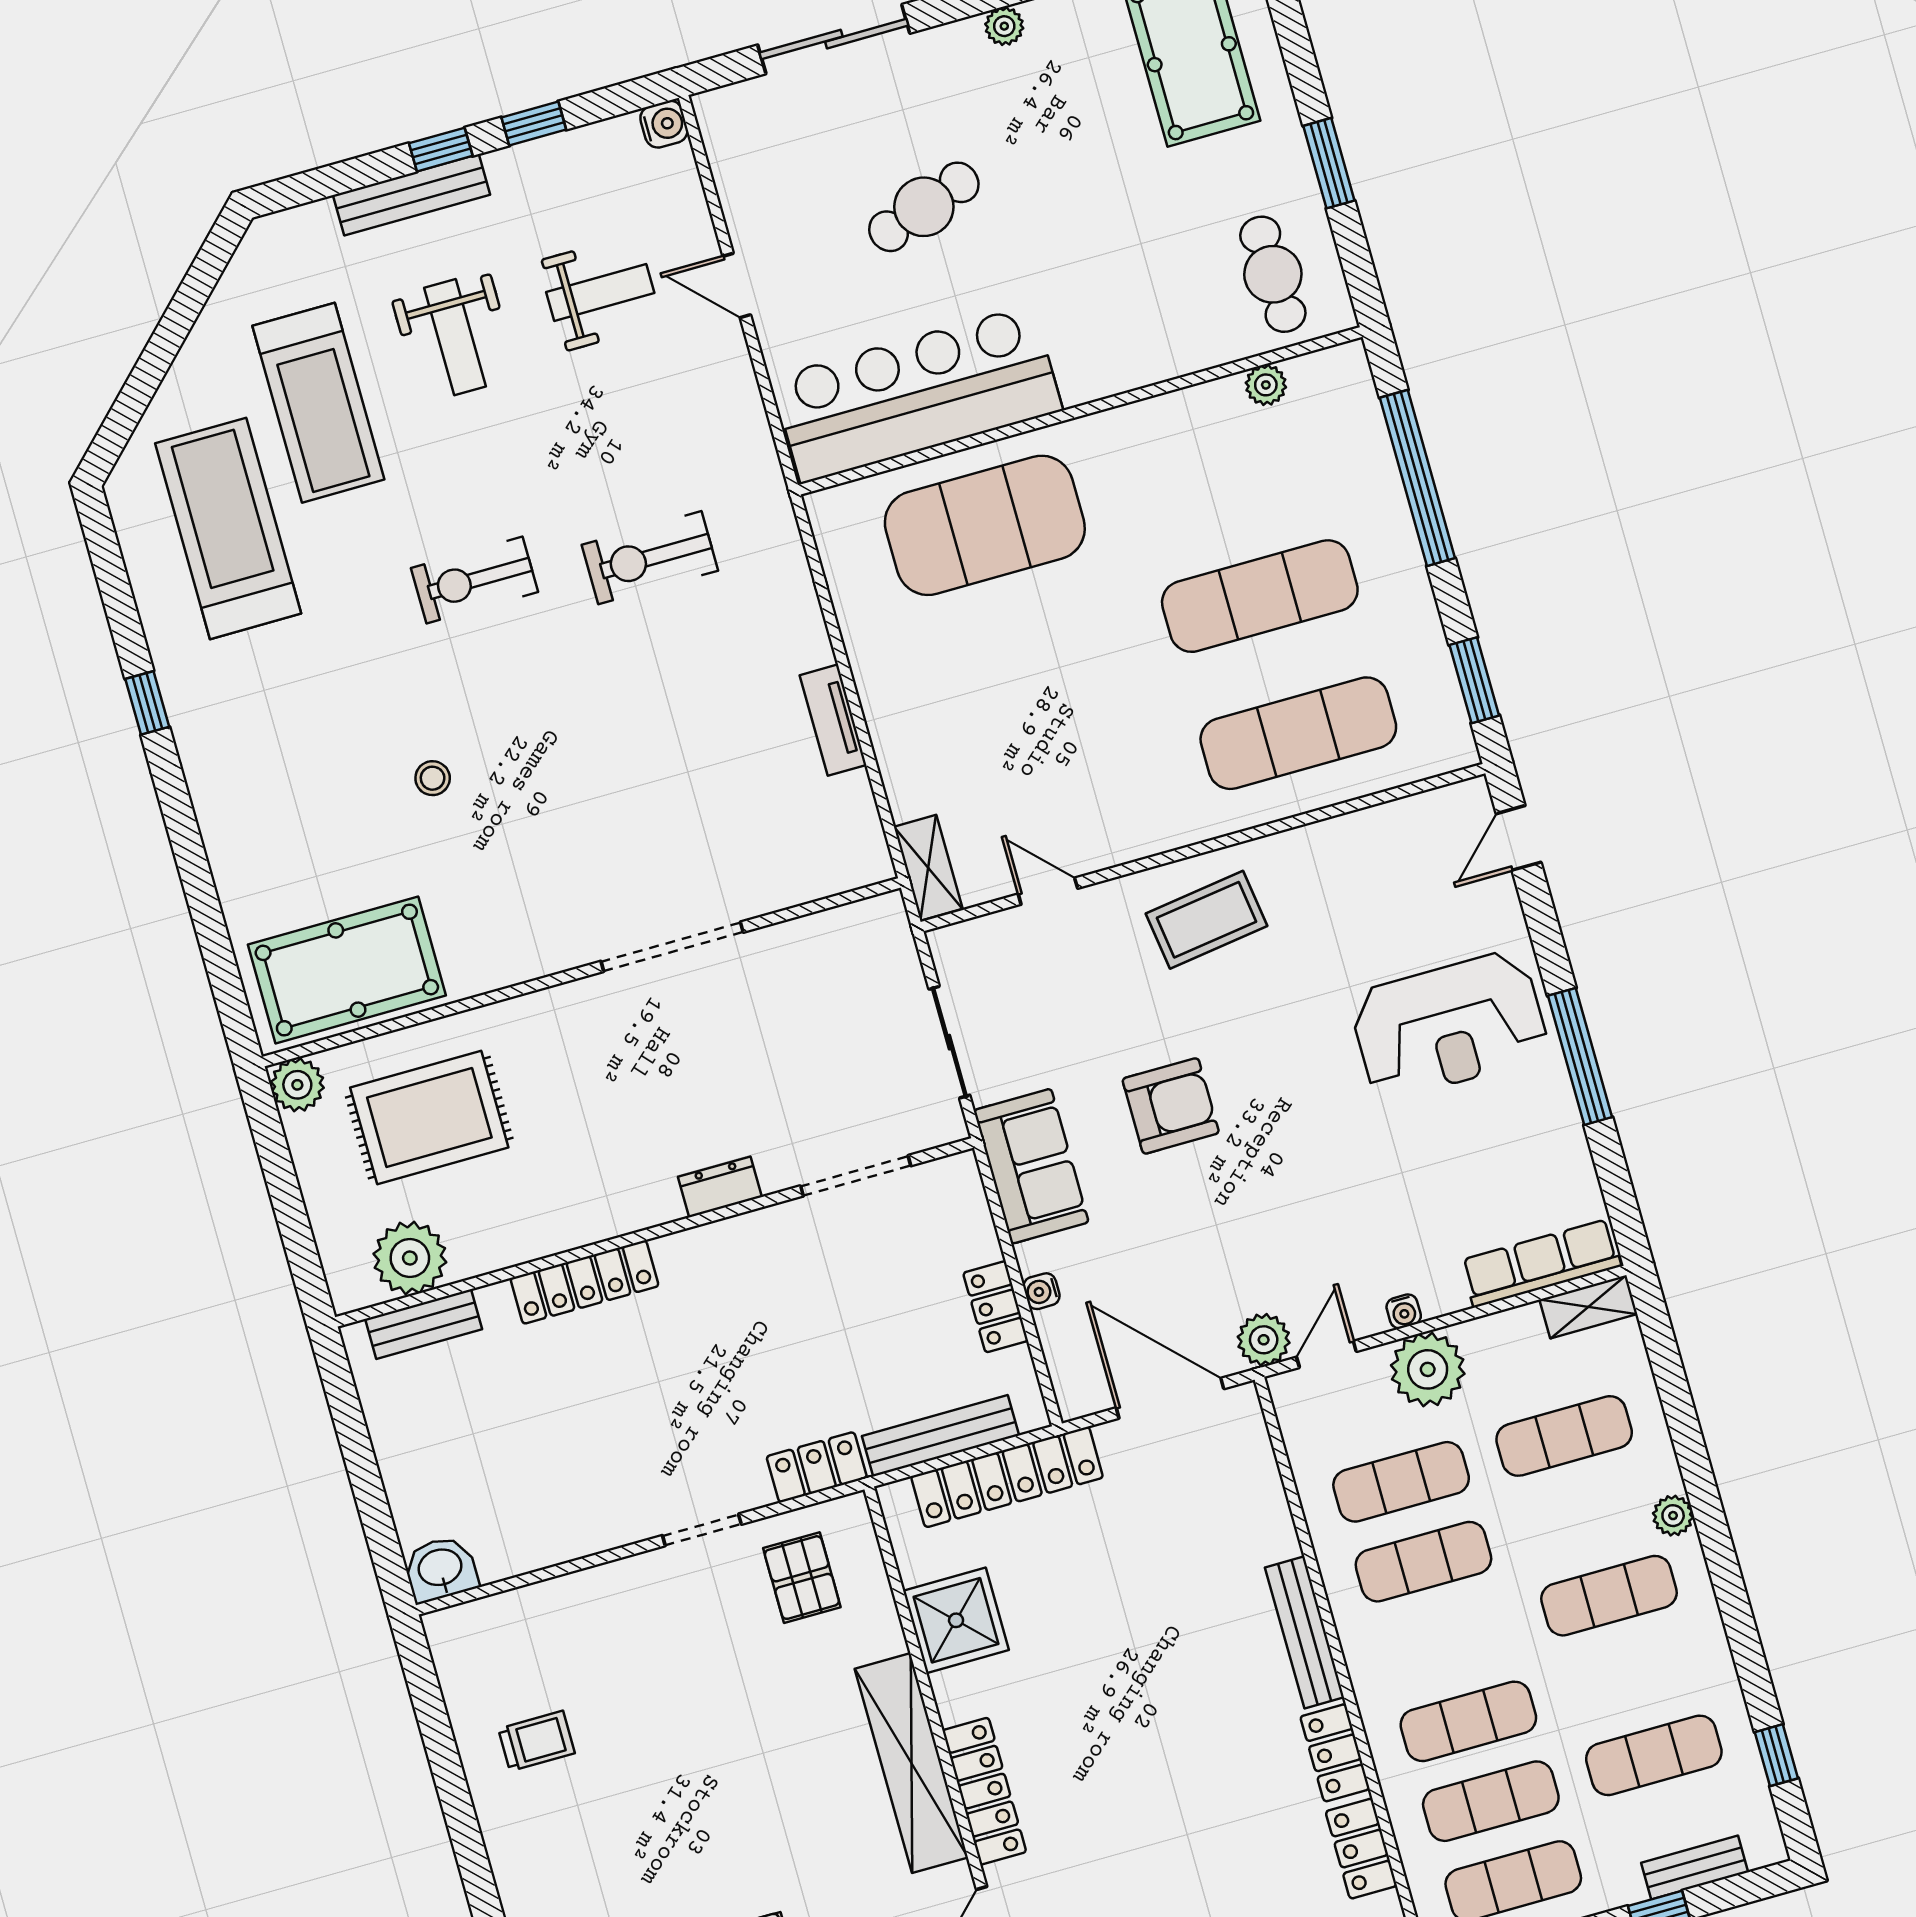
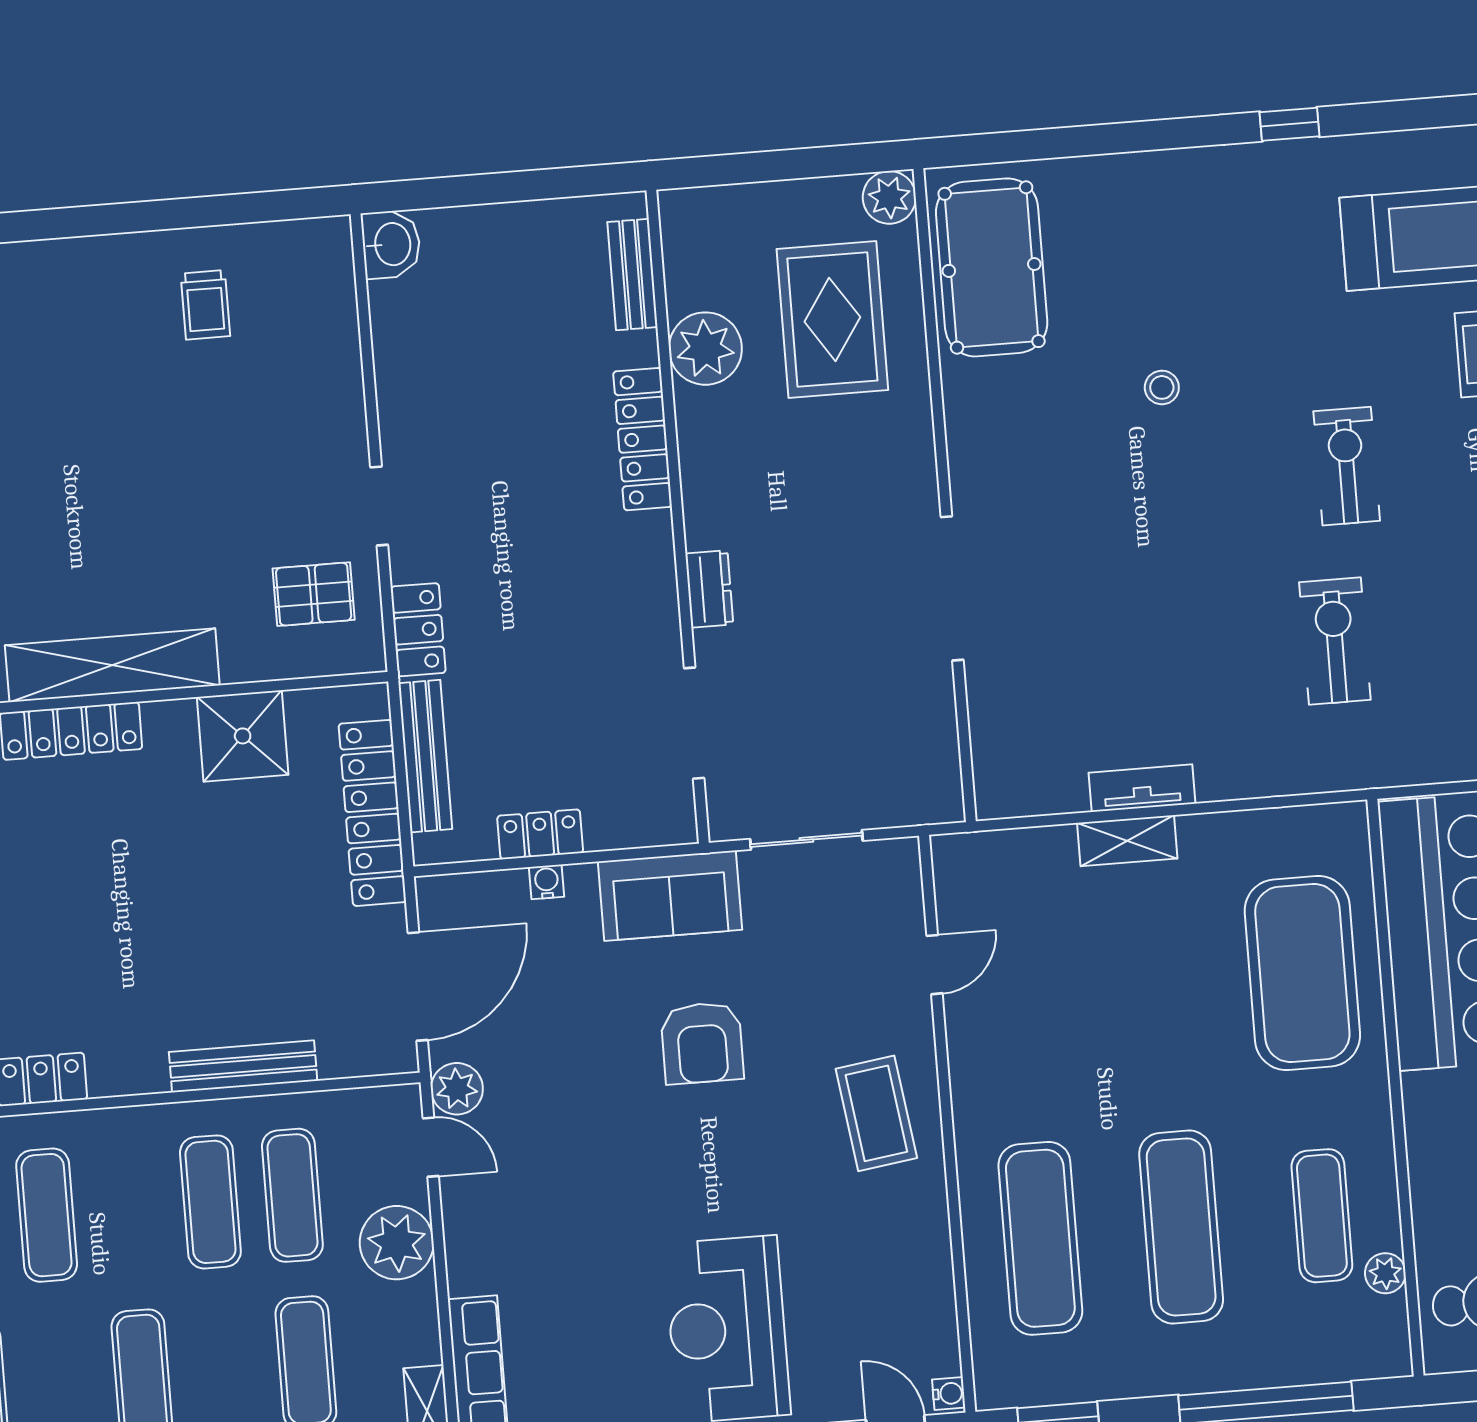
exercise mat: (1221, 459) -> (1322, 1216), added
shelving: (928, 868) -> (1127, 841), moved
plant: (410, 1258) -> (705, 349), moved
water cooler: (1404, 1311) -> (949, 1393), moved, turned 180
bench: (1304, 1632) -> (243, 1066), moved

